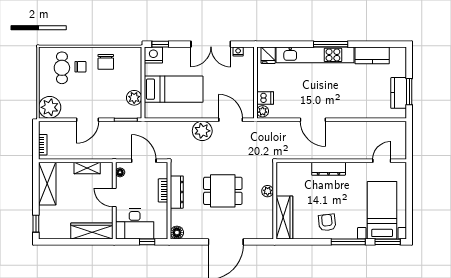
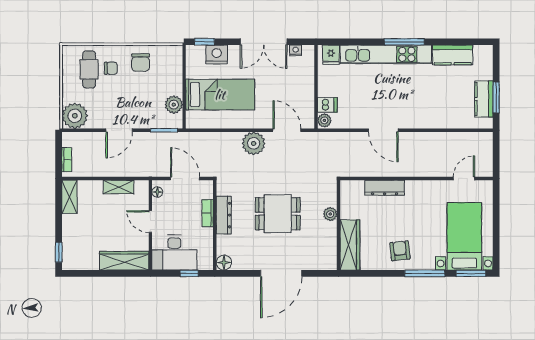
nightstand: (153, 55) -> (217, 55), moved
dresser: (329, 169) -> (385, 188), moved
shelving: (47, 184) -> (69, 197), width x0.67, depth x0.75

